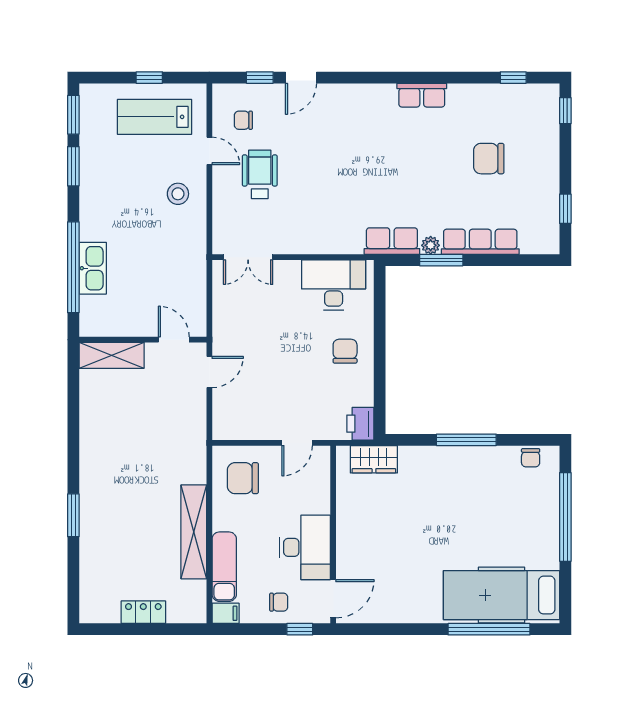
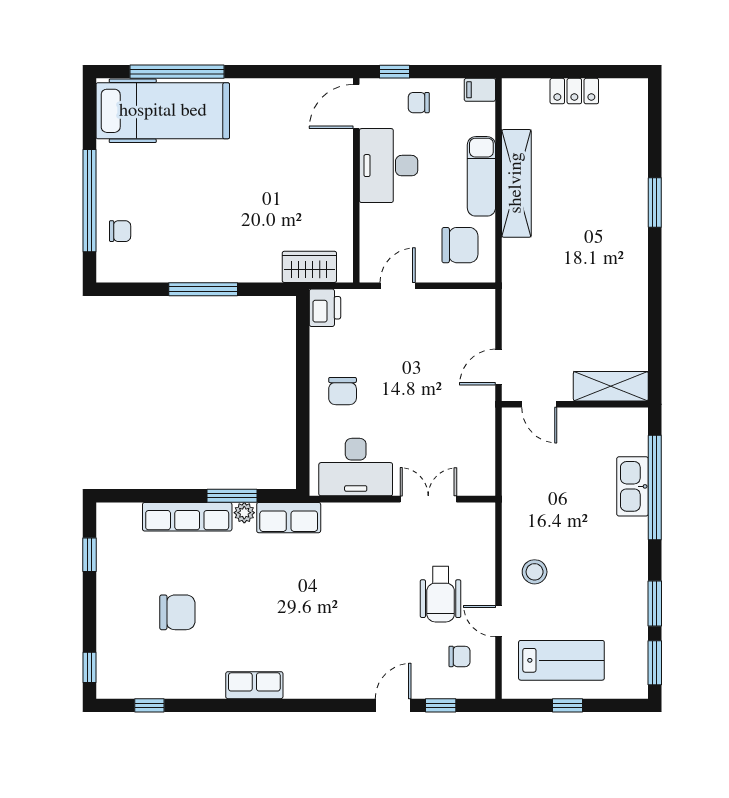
double door: (248, 257) -> (428, 499), moved
chair: (531, 458) -> (120, 231), moved, turned 90
exam couch: (224, 567) -> (481, 176), moved

